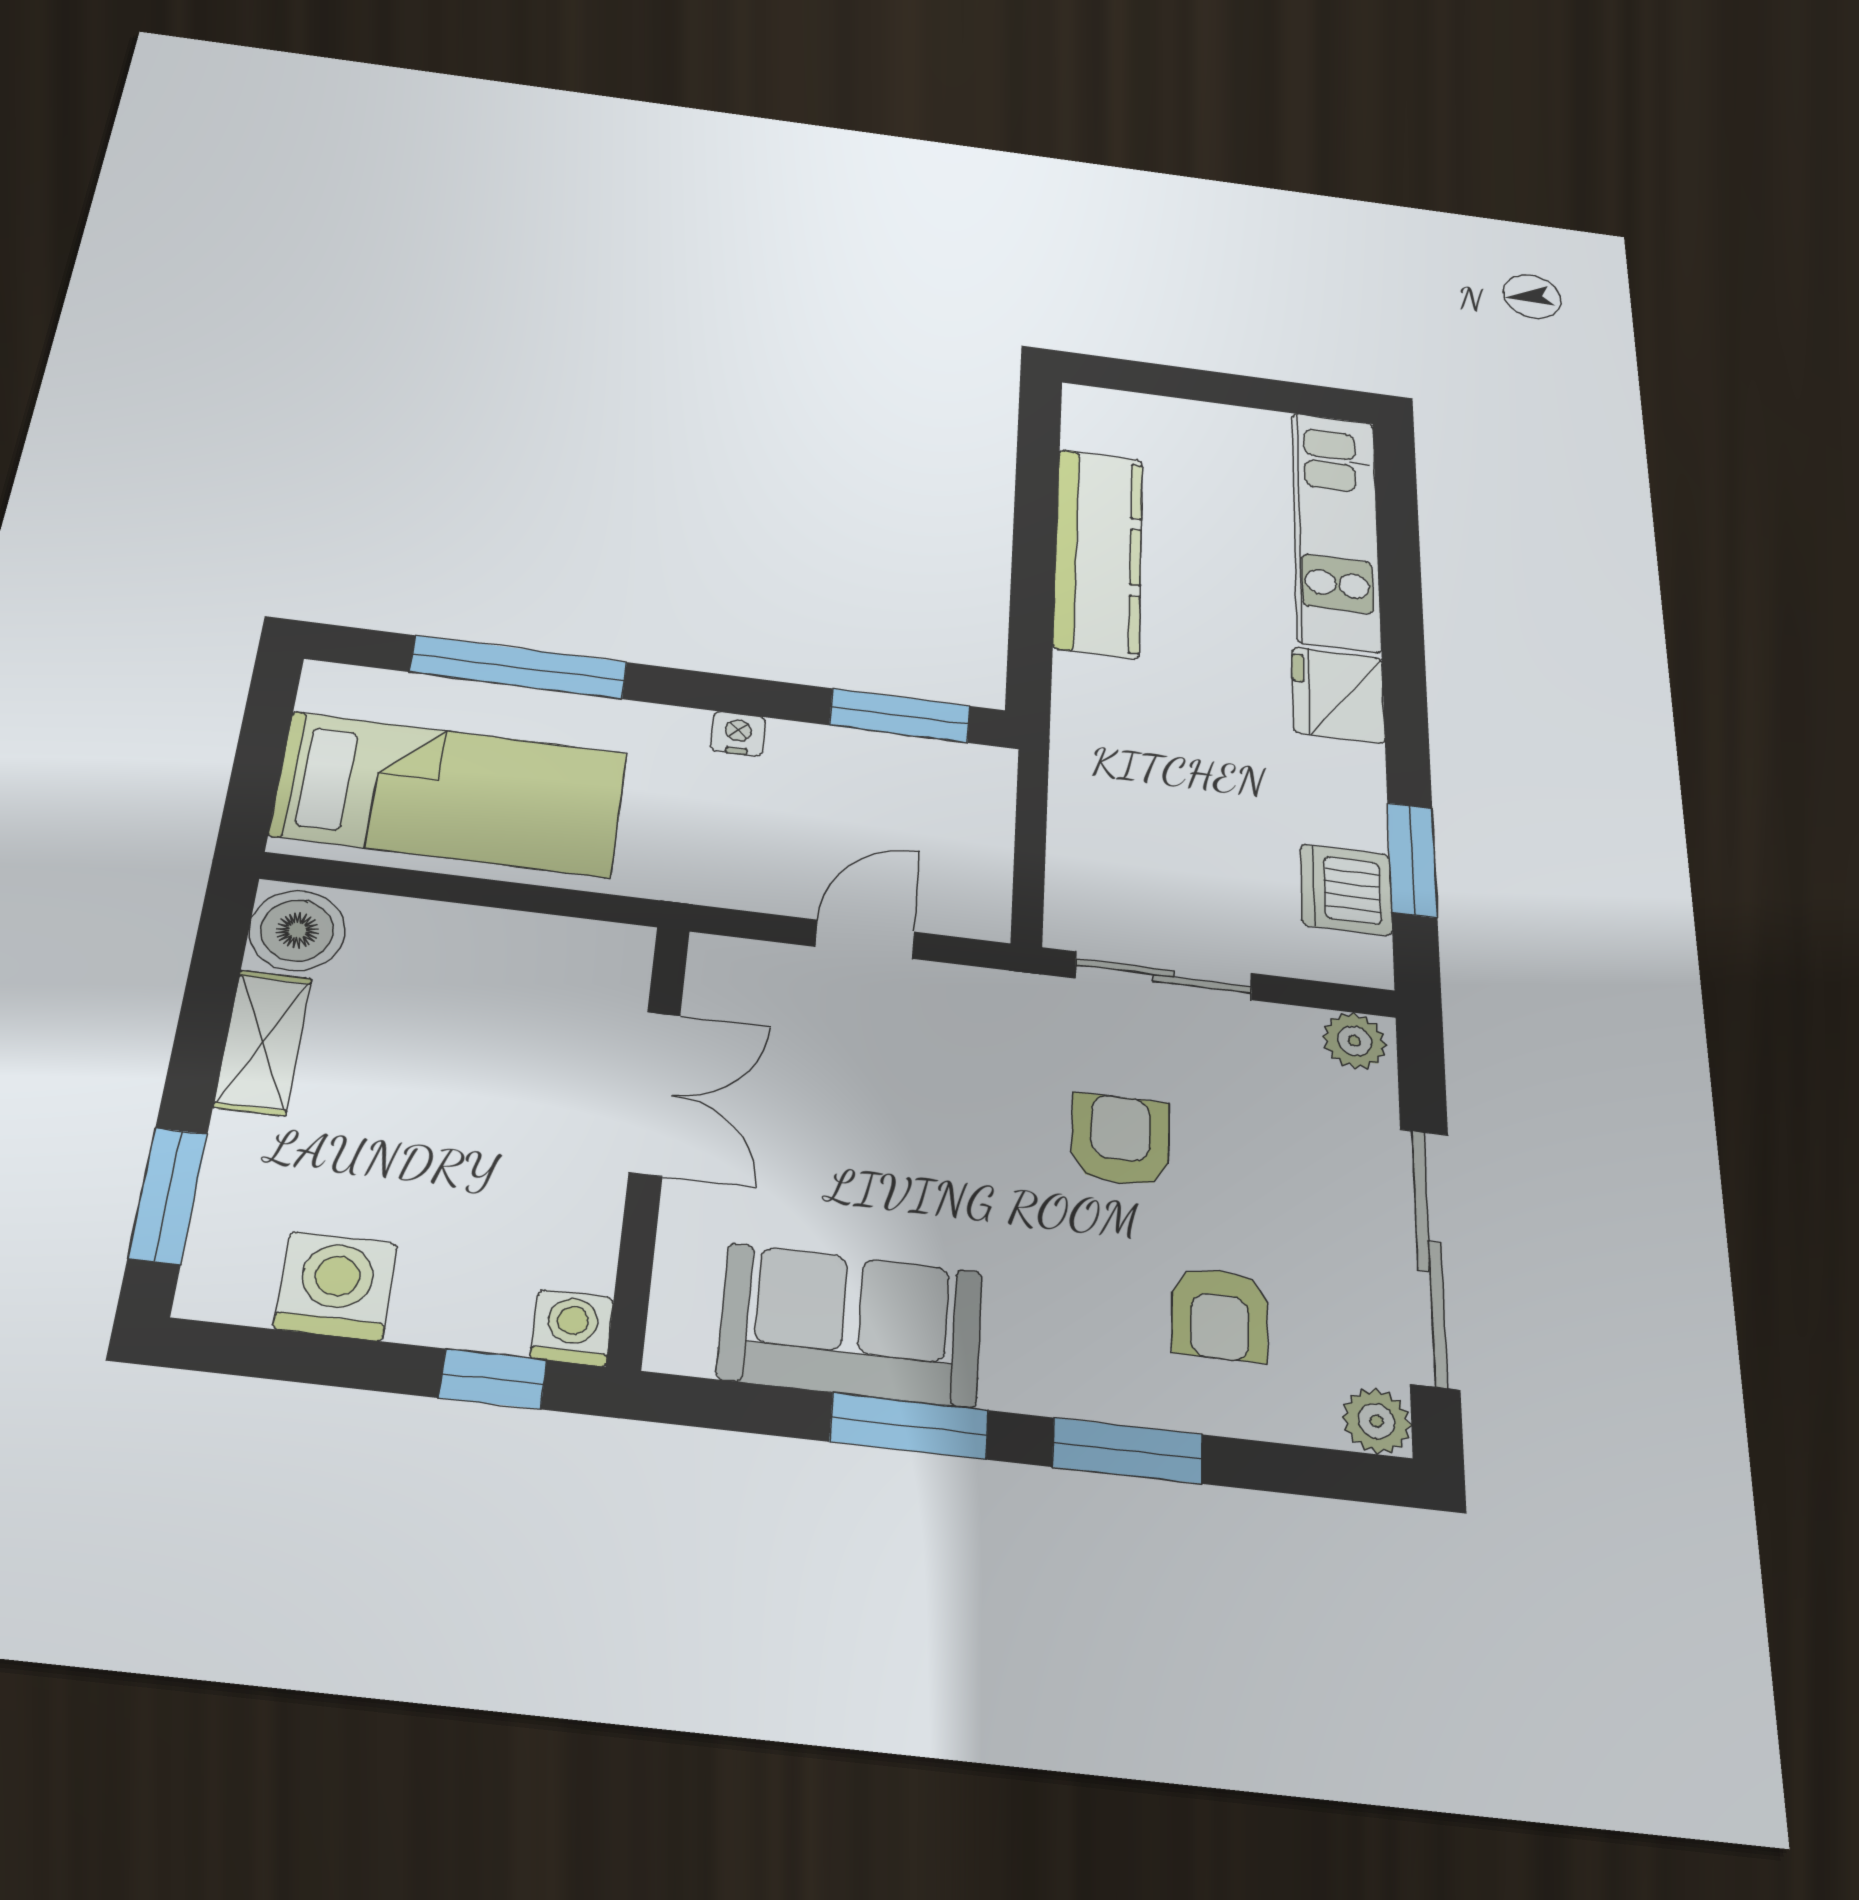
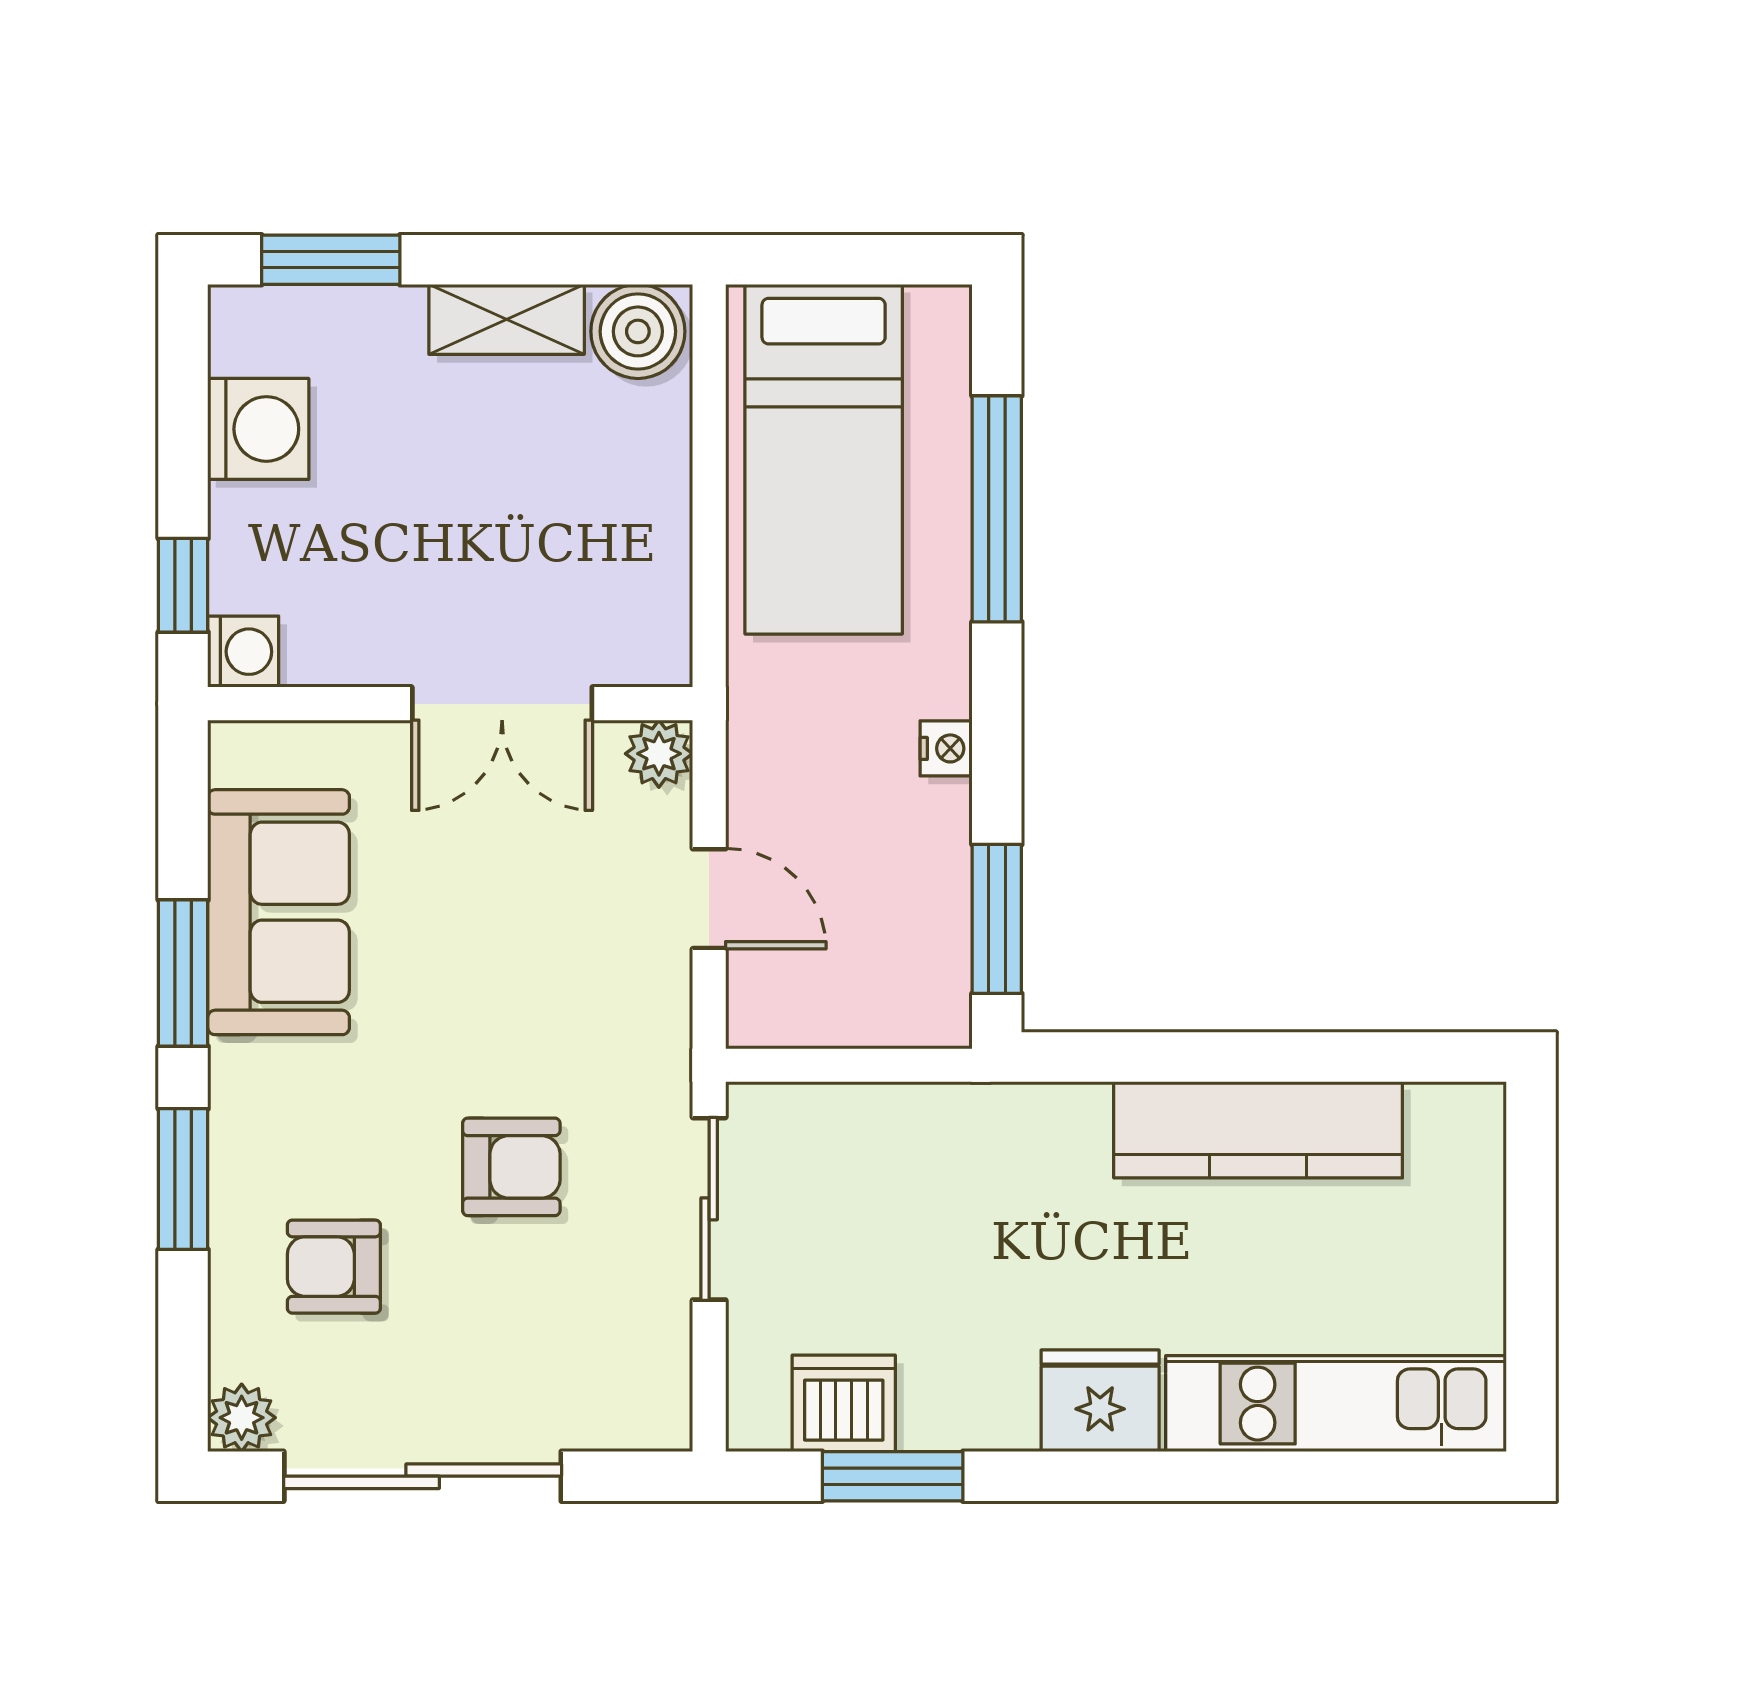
plant: (1354, 1041) -> (659, 754), moved

